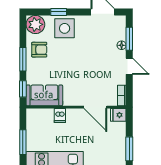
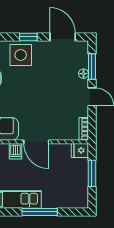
window: (59, 12) -> (28, 37), moved
door: (95, 107) -> (36, 142), moved
window: (129, 149) -> (92, 173), moved

